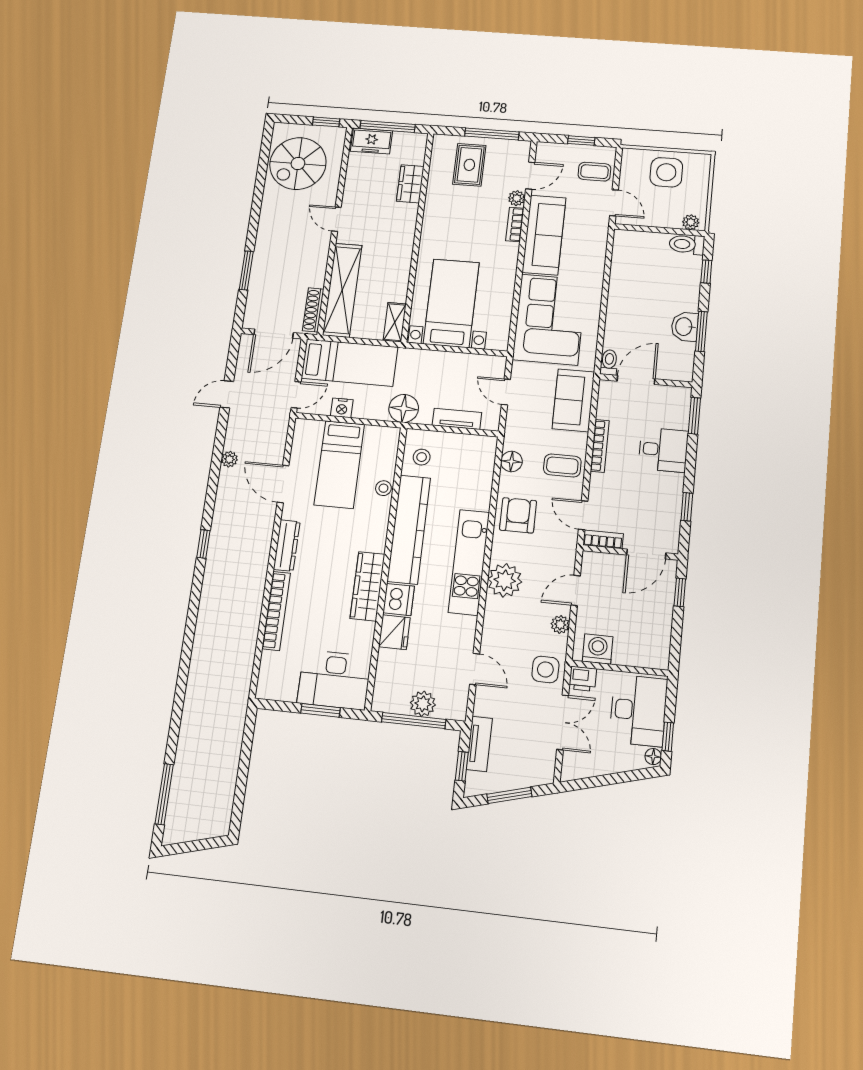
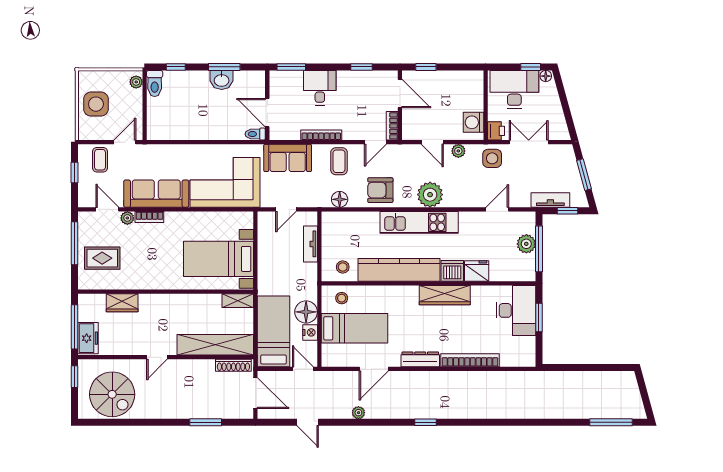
floor lamp: (404, 408) -> (306, 312), moved
stool: (383, 488) -> (342, 298), moved

